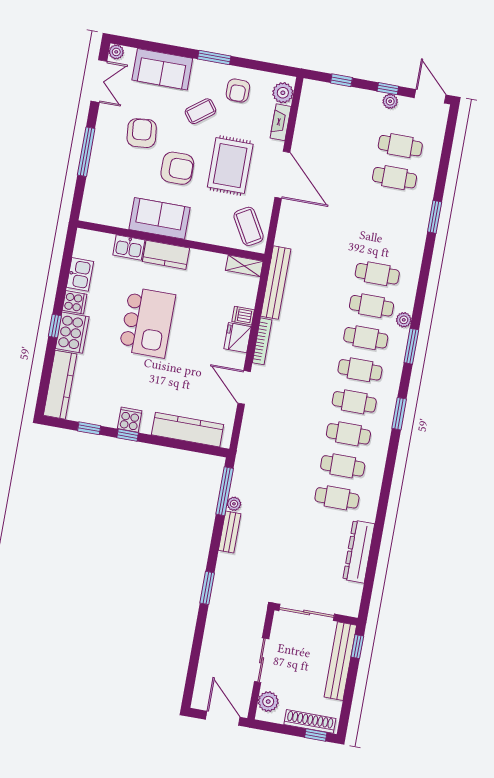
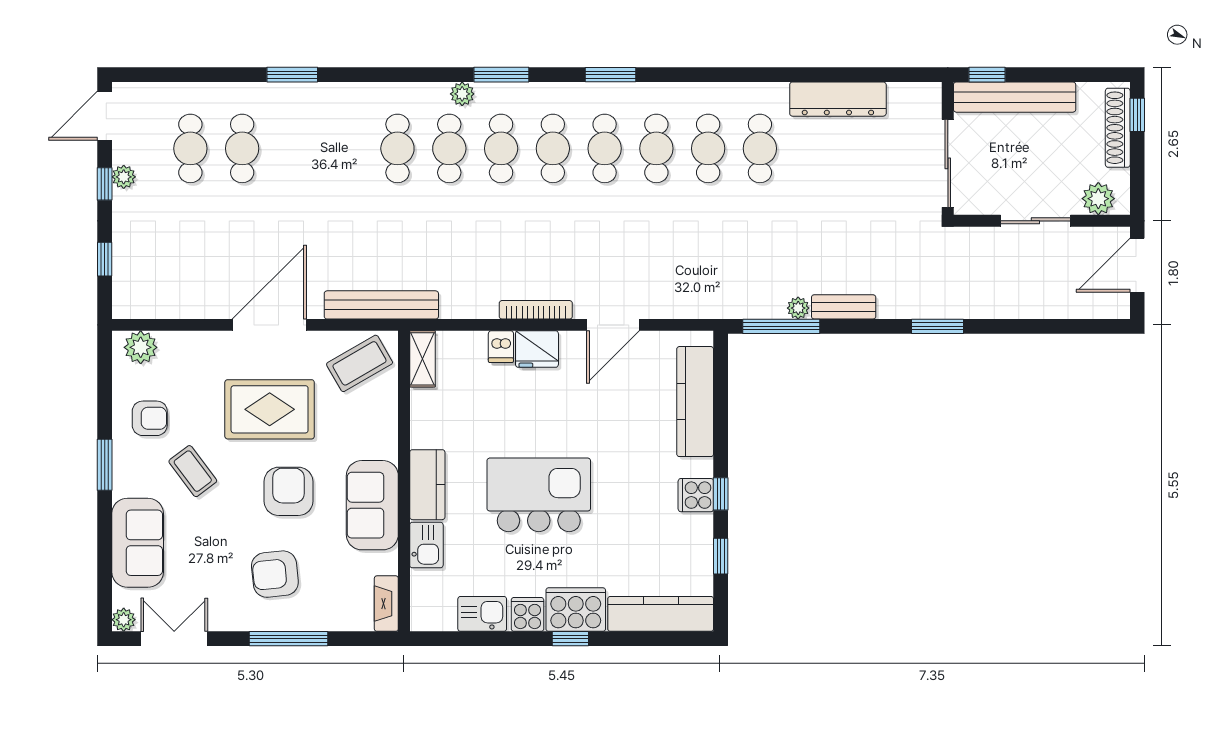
fireplace: (281, 122) -> (386, 604), moved, turned 90
armchair: (142, 133) -> (275, 574), moved
bench: (276, 283) -> (381, 305), moved

